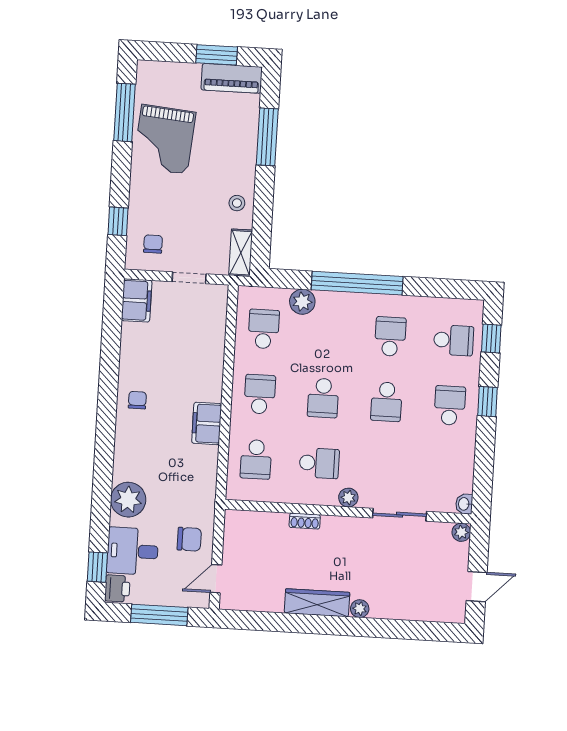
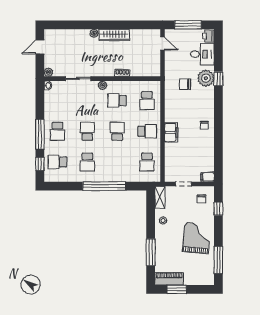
grand piano: (164, 139) -> (197, 238), moved
filing cabinet: (137, 300) -> (207, 177), width x0.50
plant: (302, 302) -> (130, 176), removed
school desk: (260, 394) -> (147, 131), turned -90
window: (488, 402) -> (40, 134), width x2.17
filing cabinet: (207, 423) -> (171, 132), moved
school desk: (256, 459) -> (147, 101), turned 180
chair: (189, 539) -> (185, 84), moved
window: (97, 567) -> (218, 79), moved
door: (216, 579) -> (162, 43), hinge flipped

